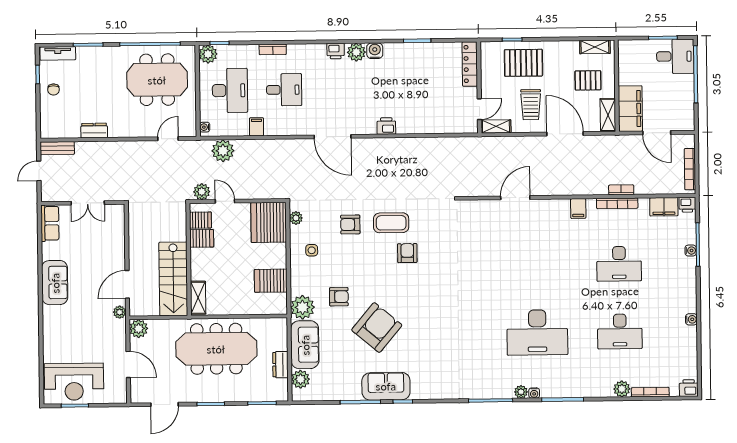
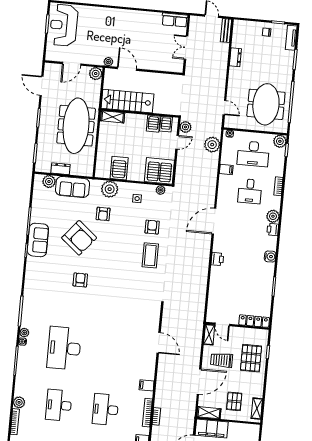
plant: (356, 52) -> (273, 216), moved
armchair: (407, 253) -> (80, 280), moved, turned -90
sofa: (55, 283) -> (133, 19), removed
plant: (302, 307) -> (110, 189), moved

